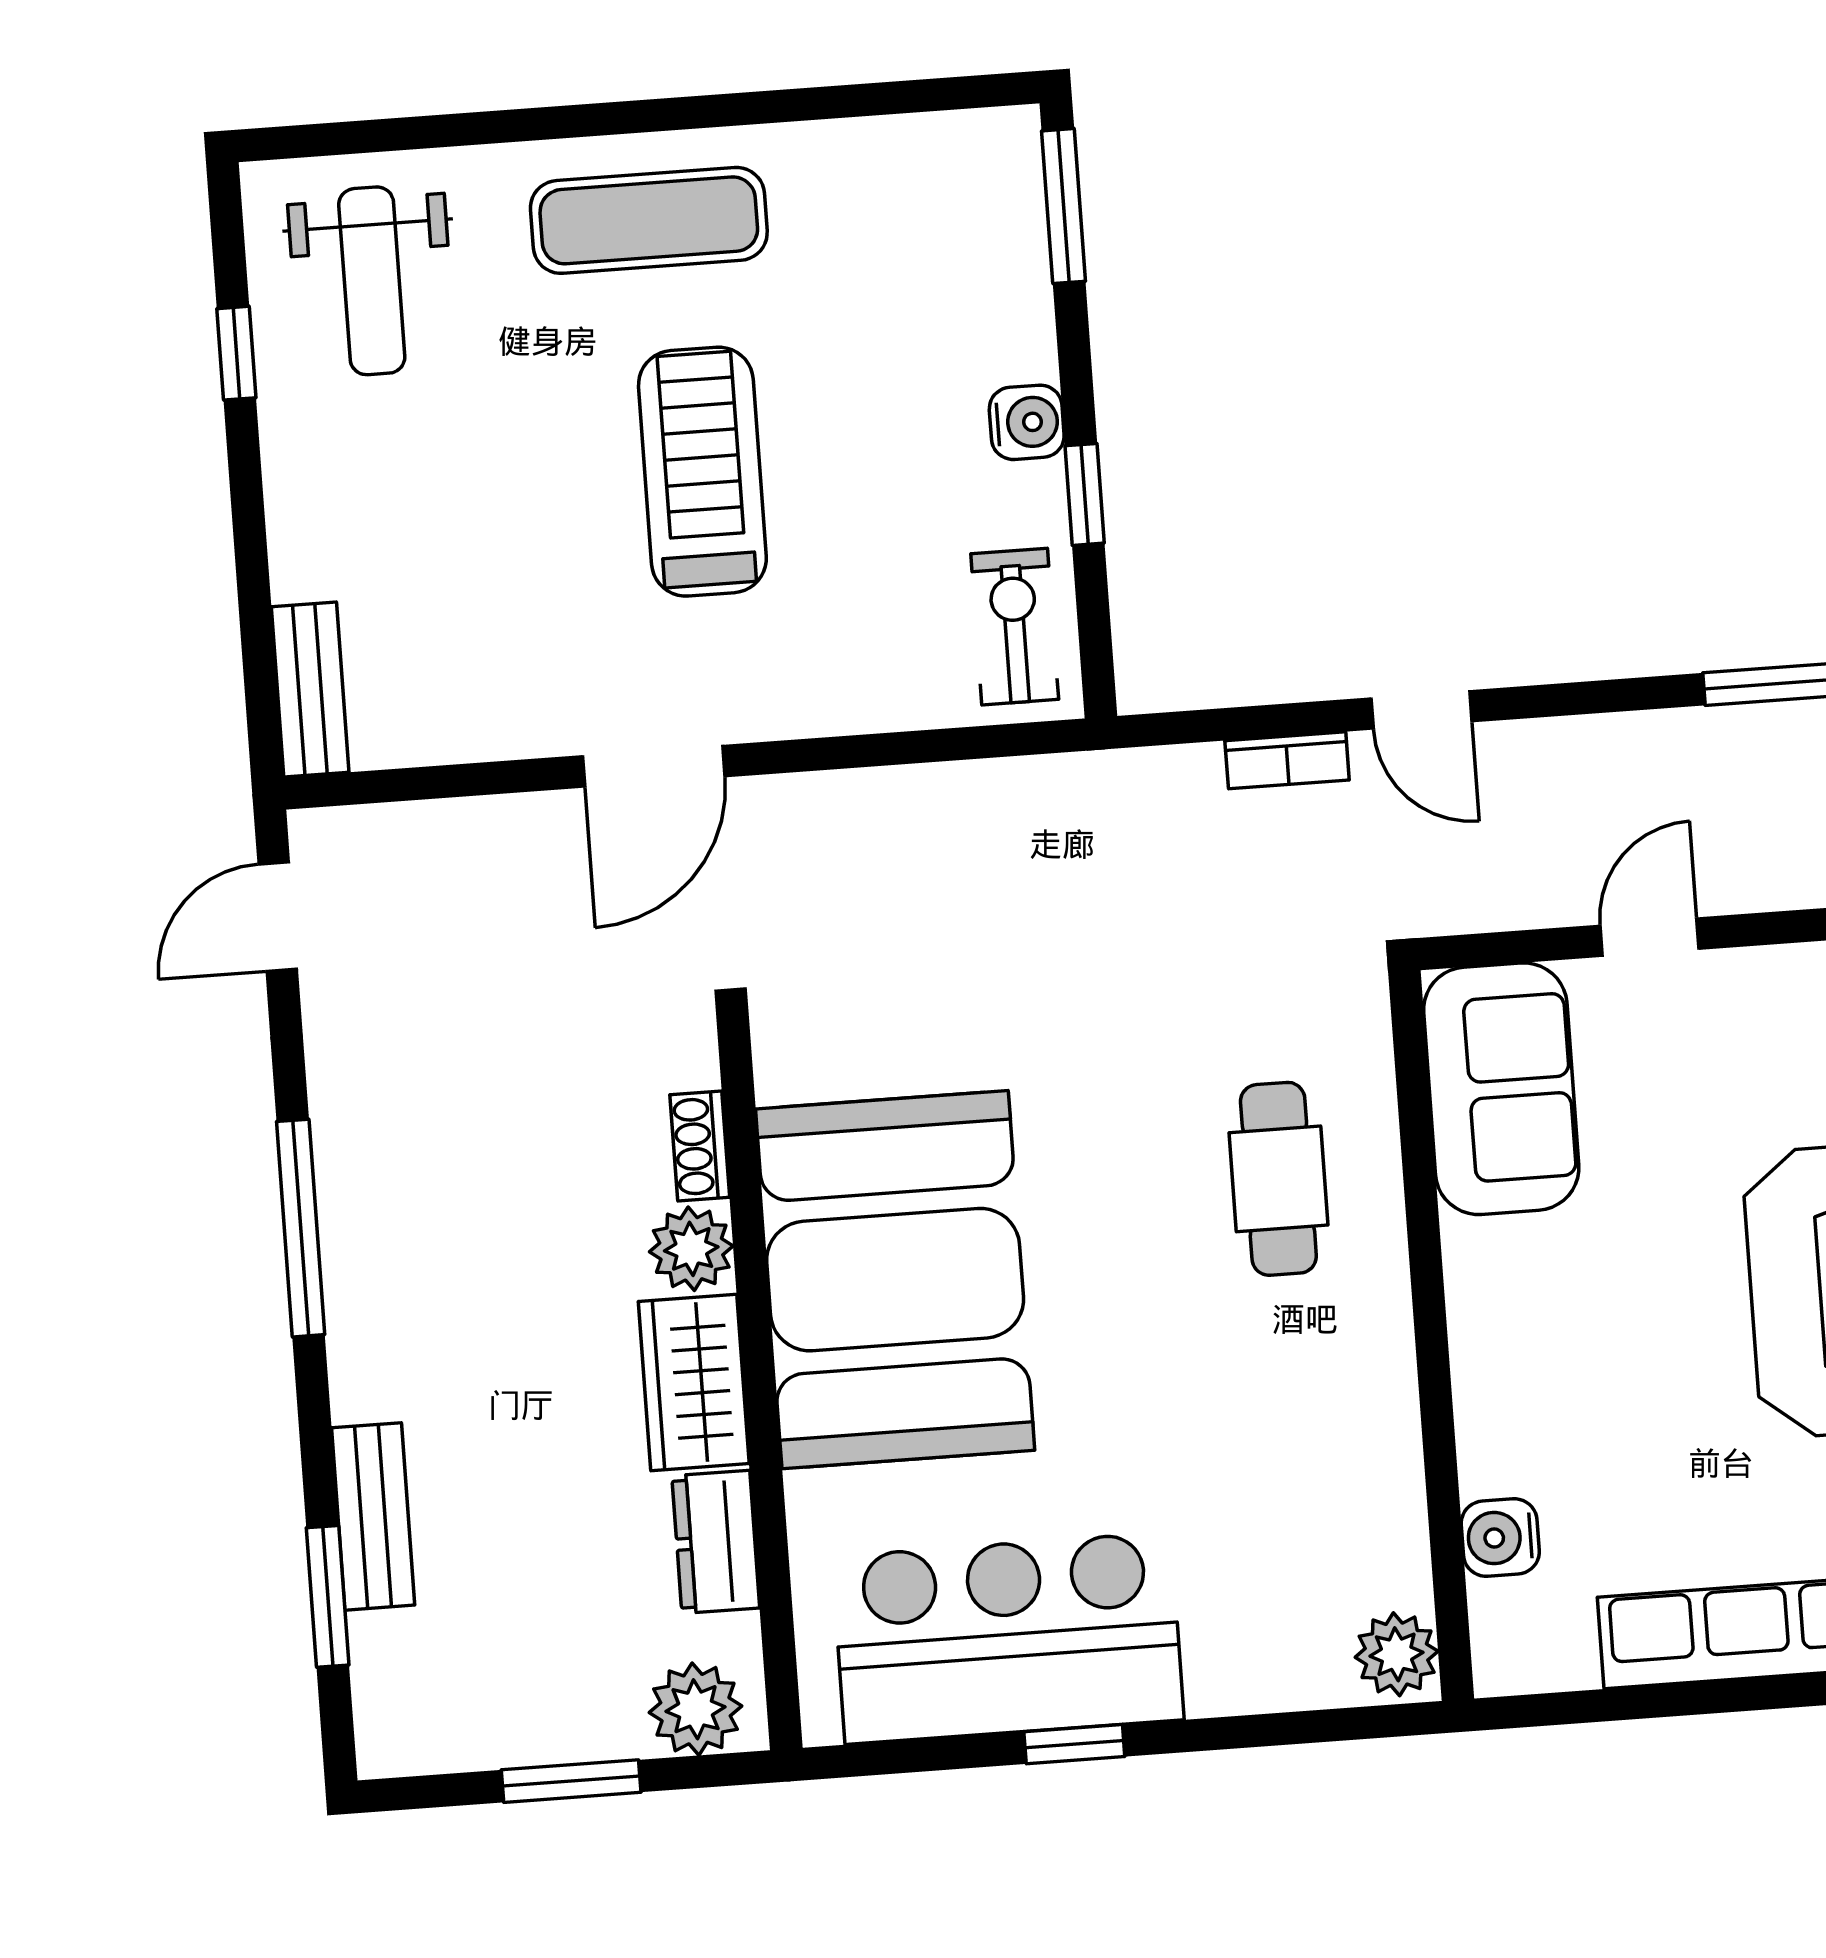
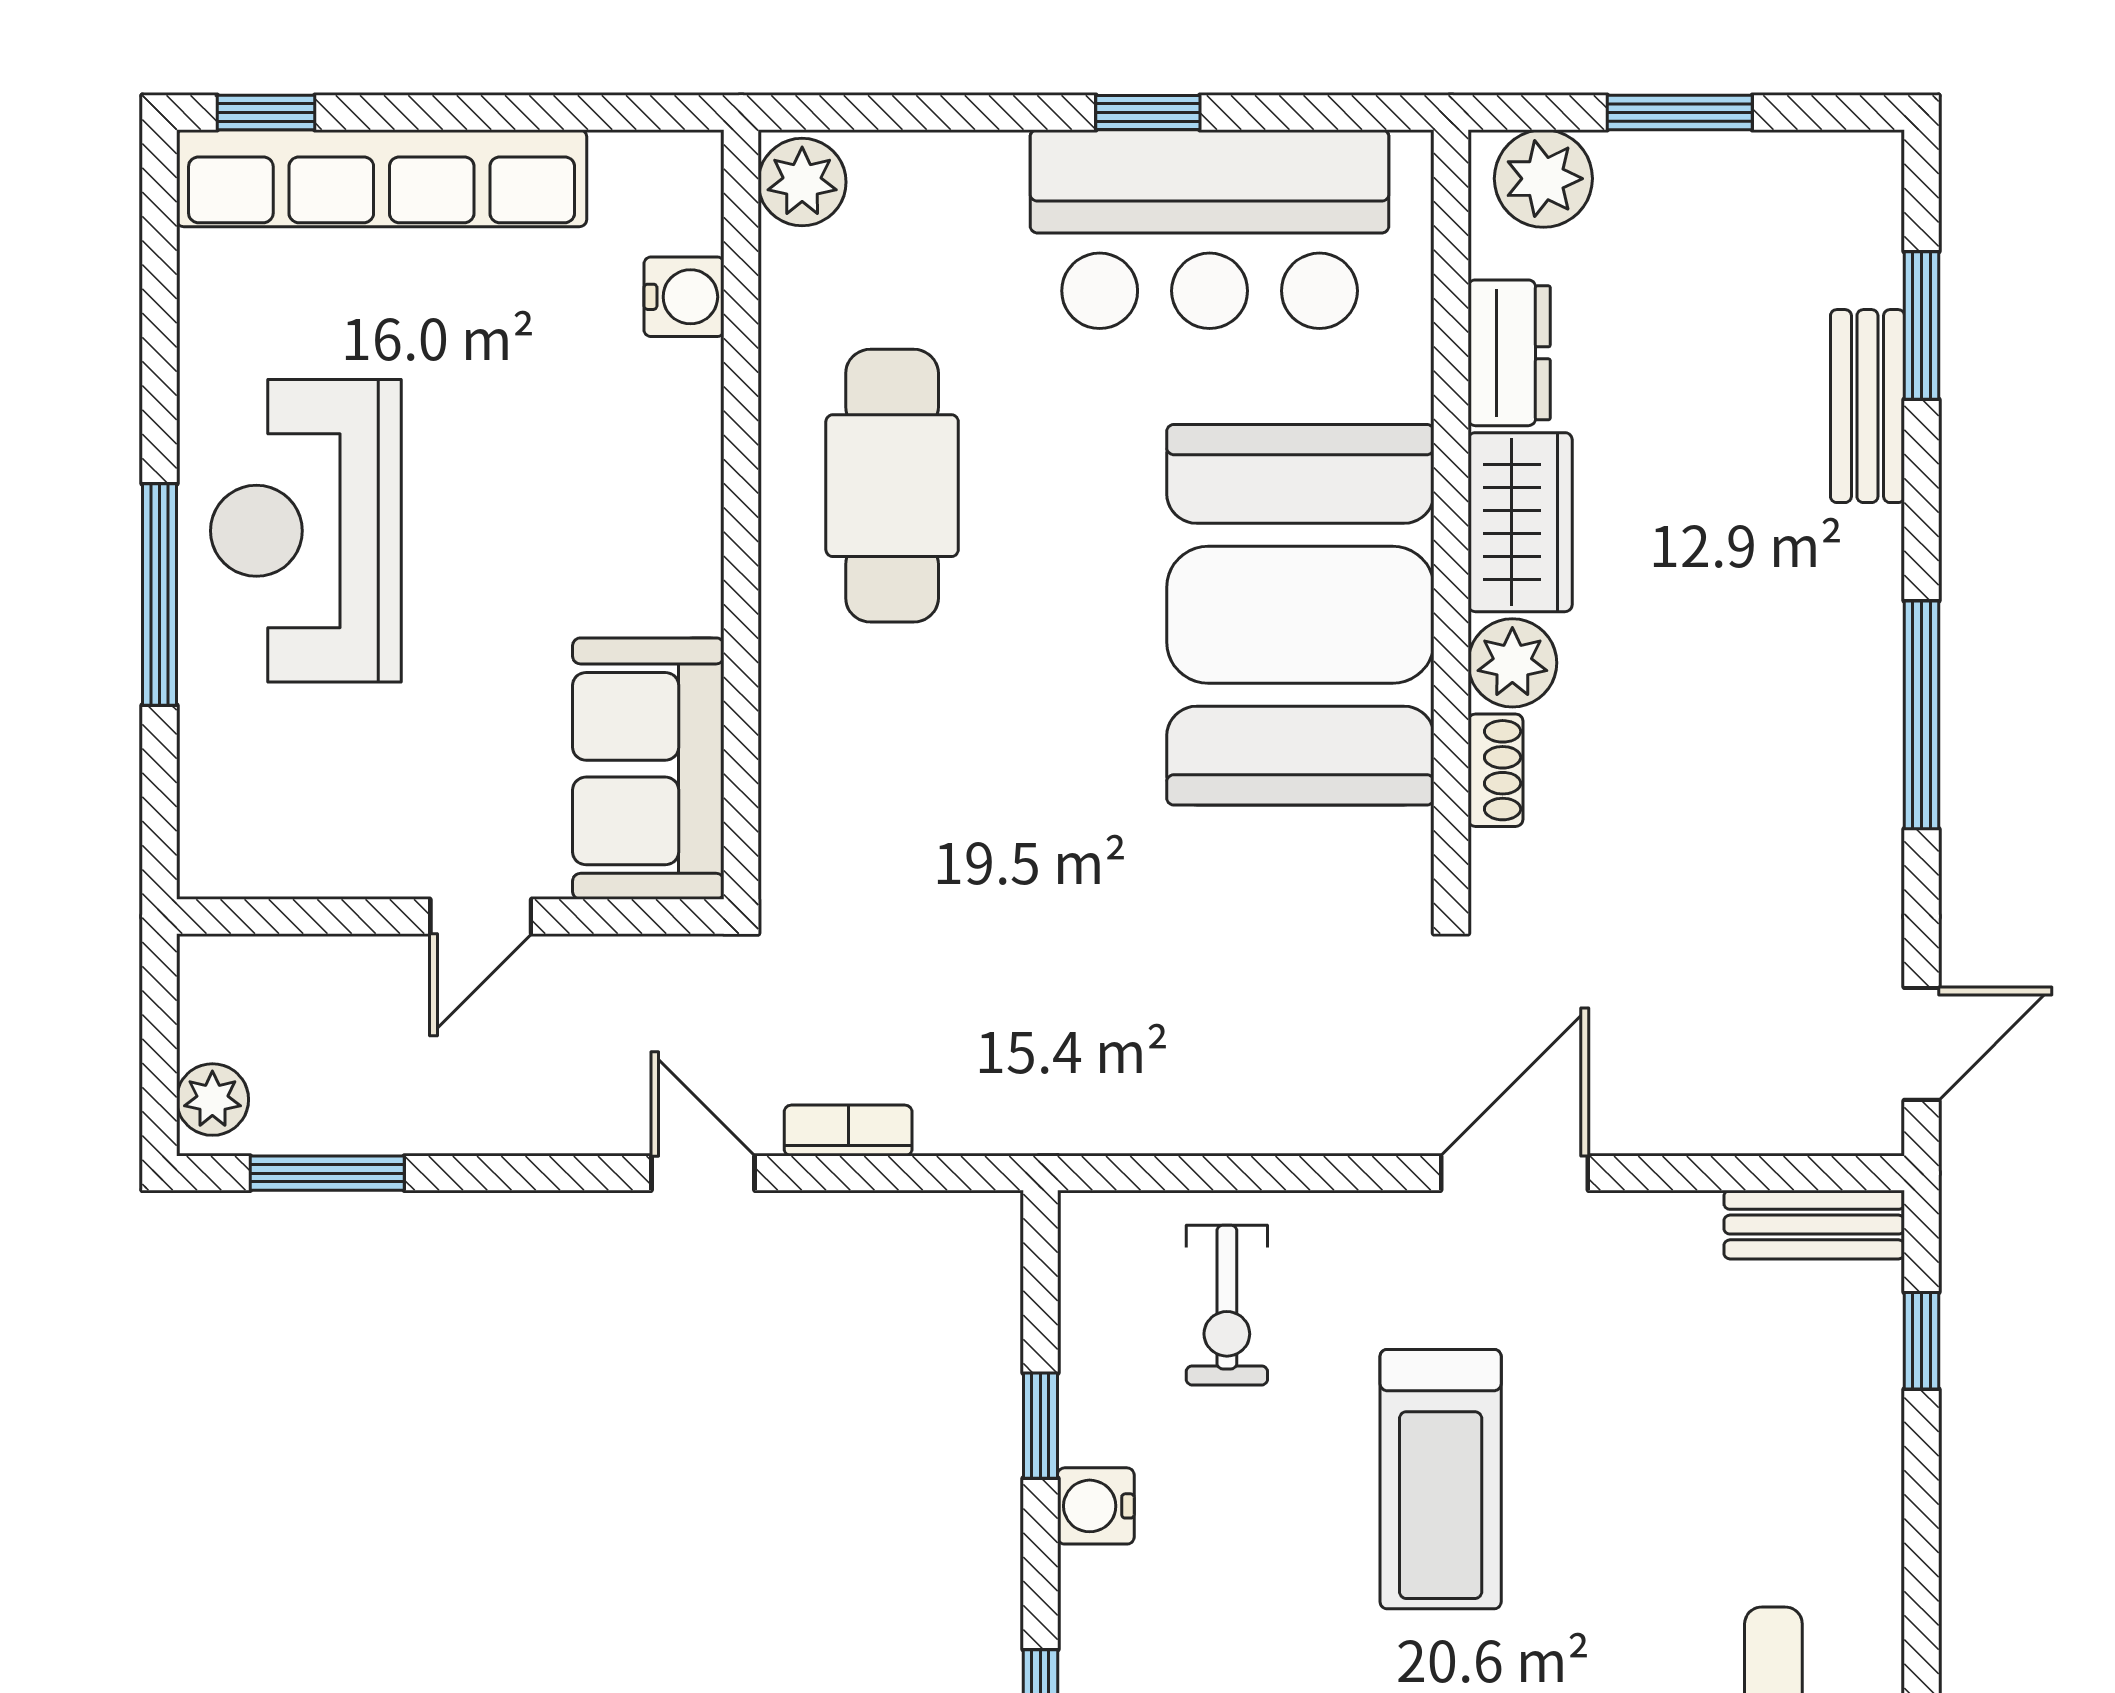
window: (236, 353) -> (1921, 1341), moved
exercise bike: (1015, 627) -> (1227, 1305), moved
bench: (310, 690) -> (1814, 1225), moved, turned 90
cafe table: (1278, 1179) -> (892, 486), moved, width x1.37, depth x1.35

